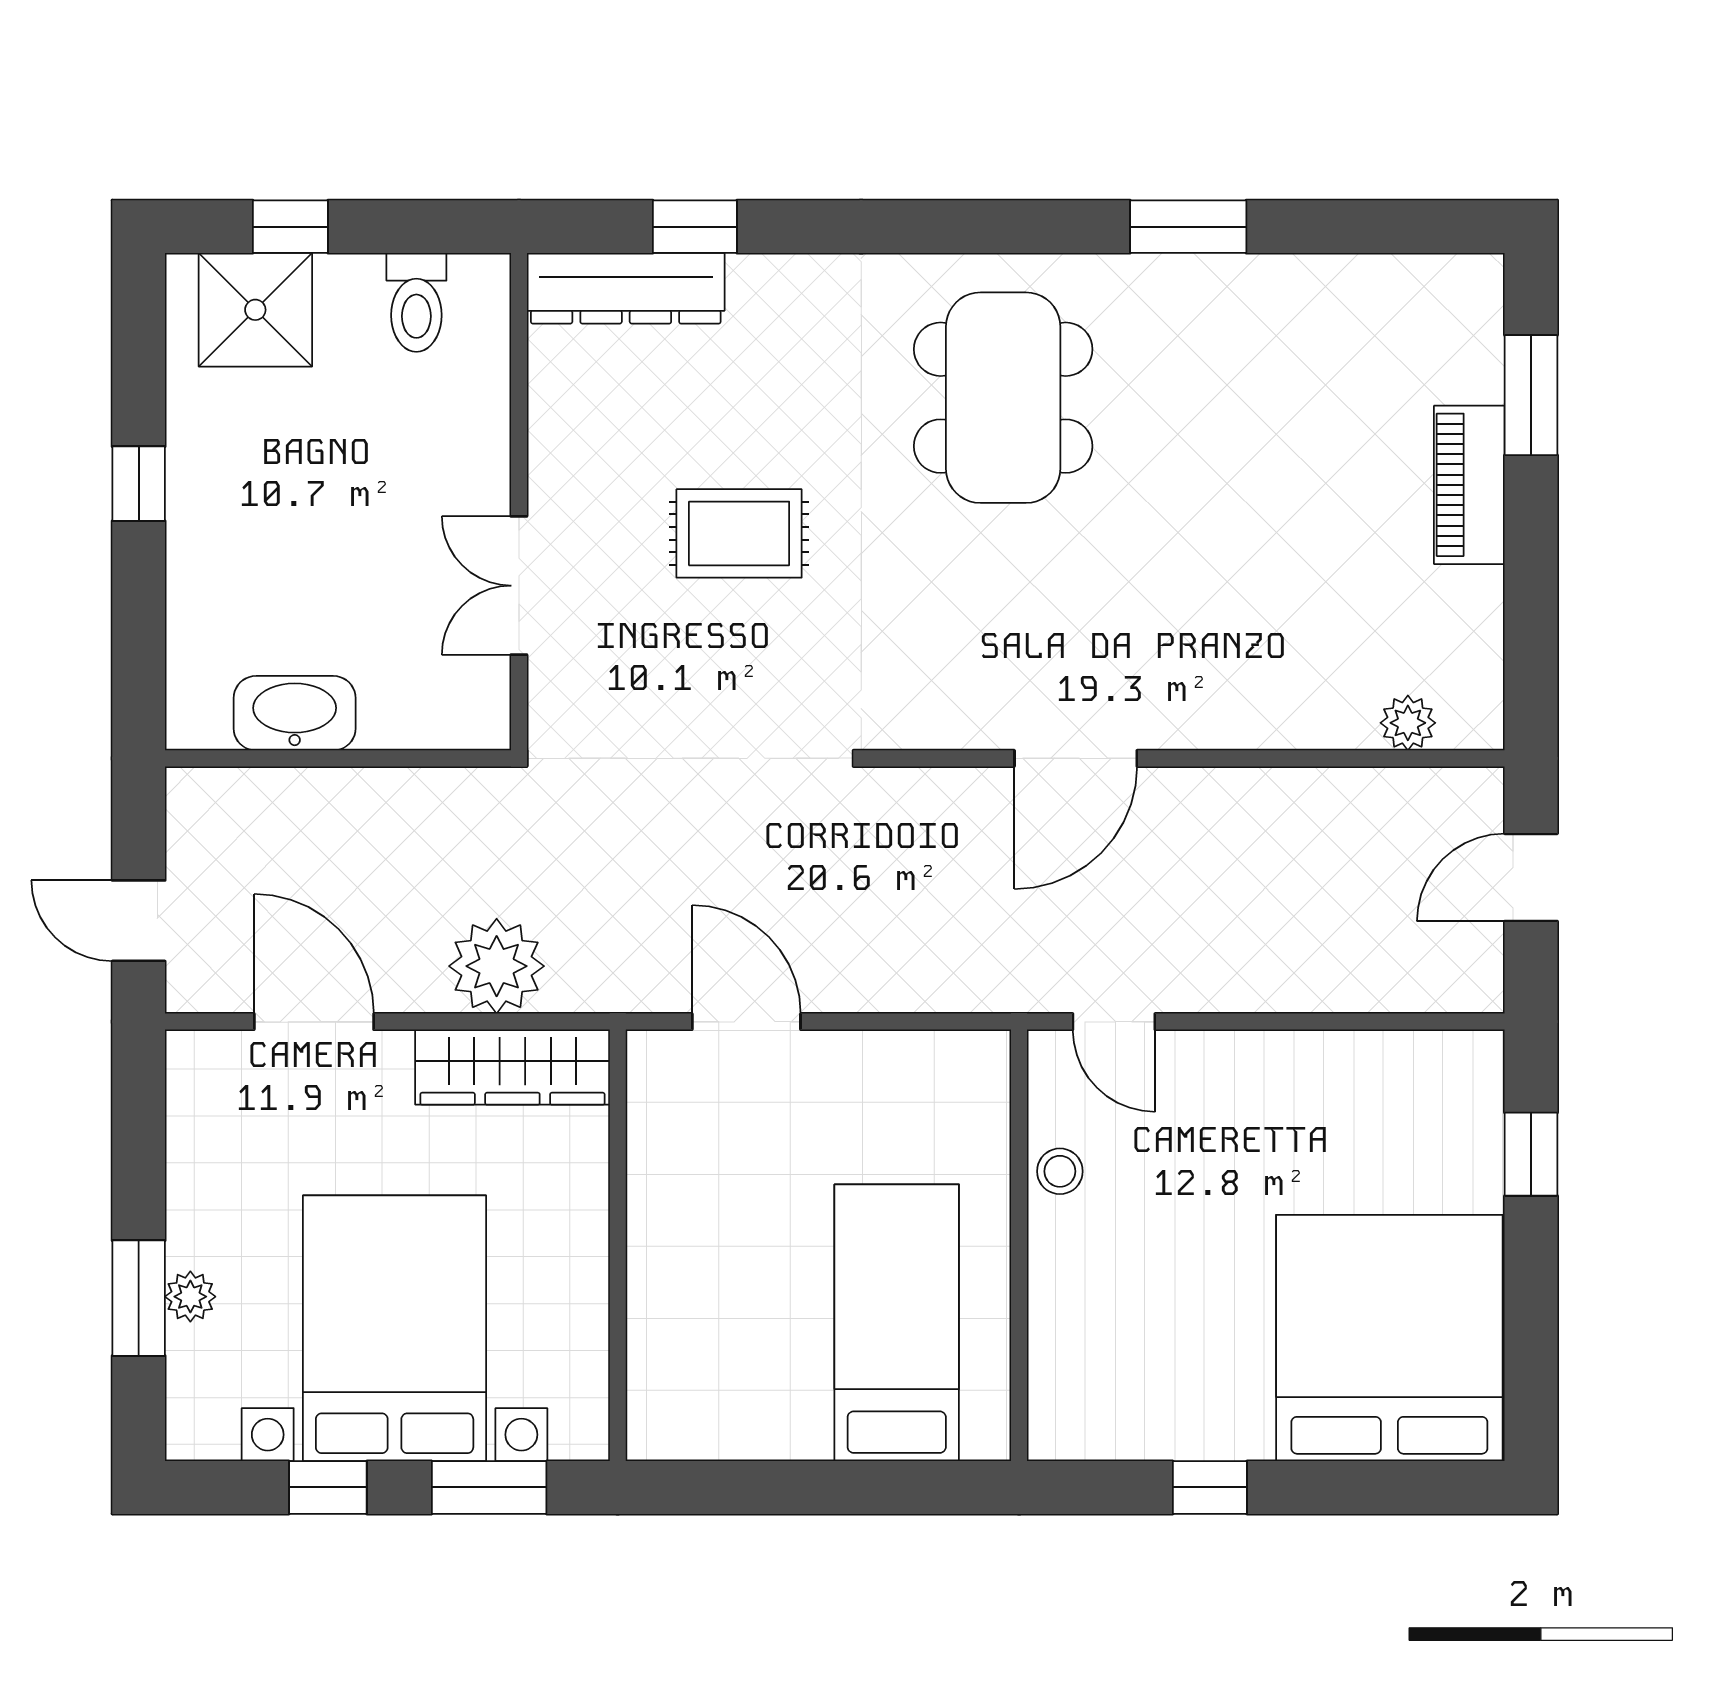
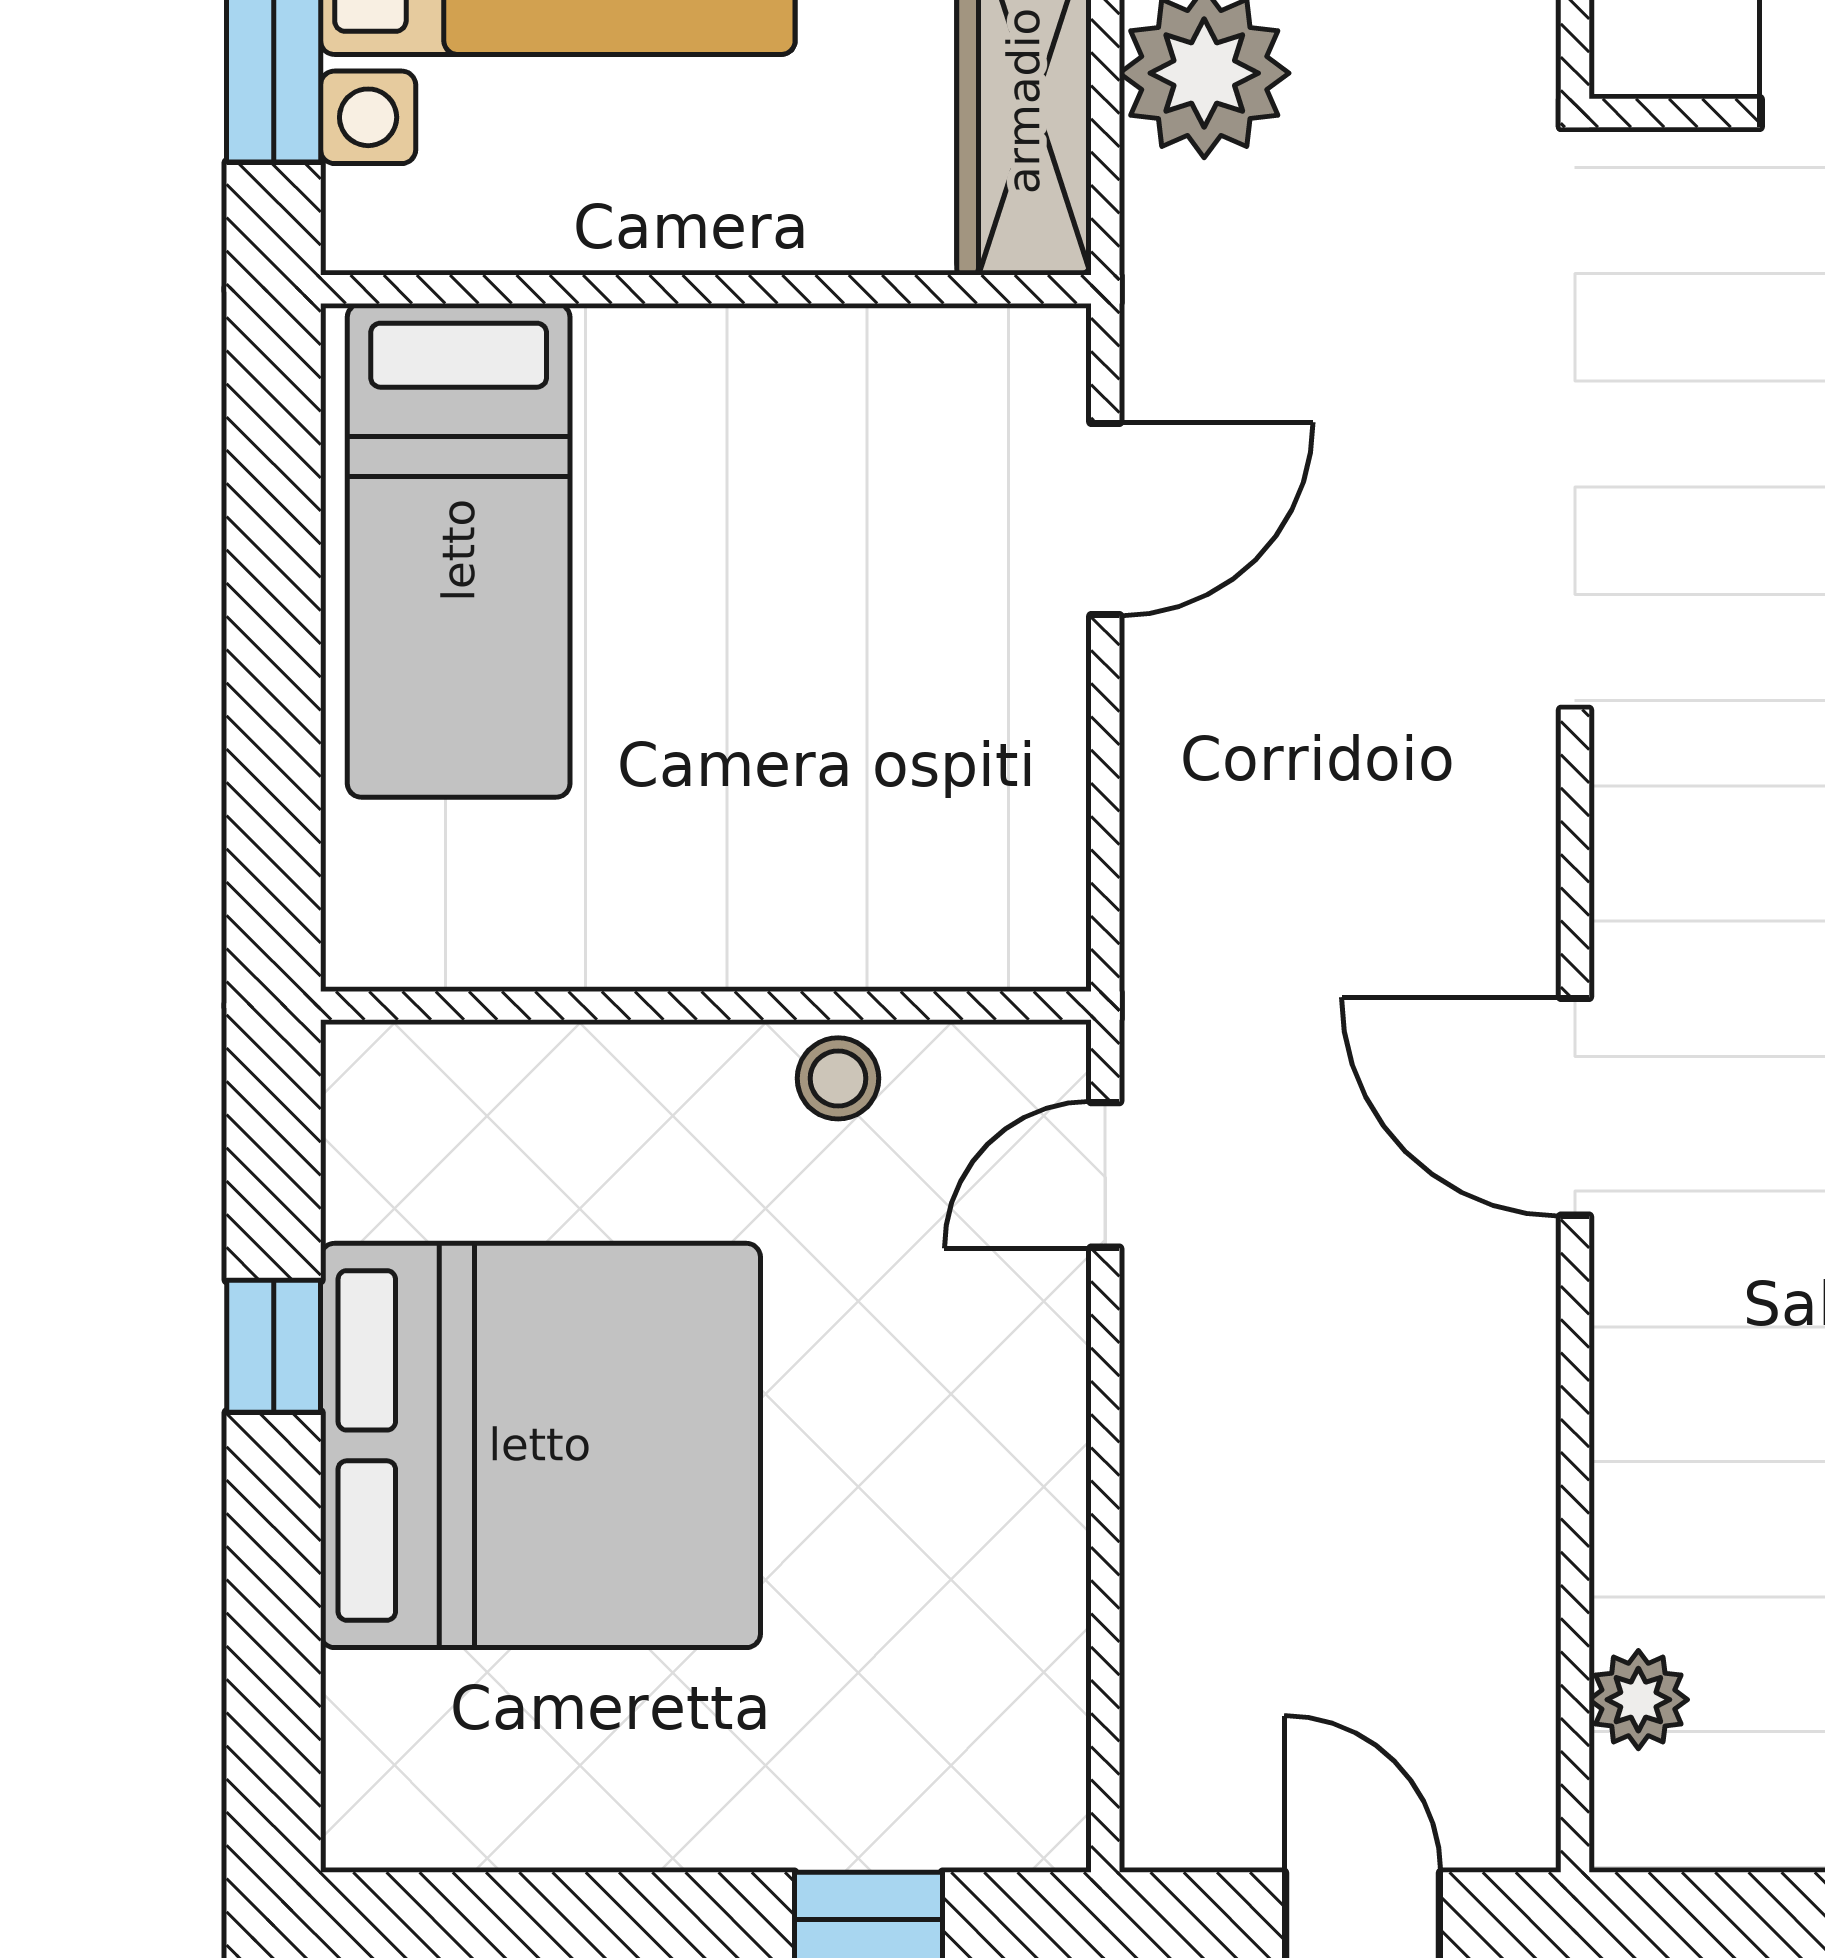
bed: (897, 1323) -> (459, 550), moved, turned 90
bed: (1389, 1338) -> (540, 1445), moved

